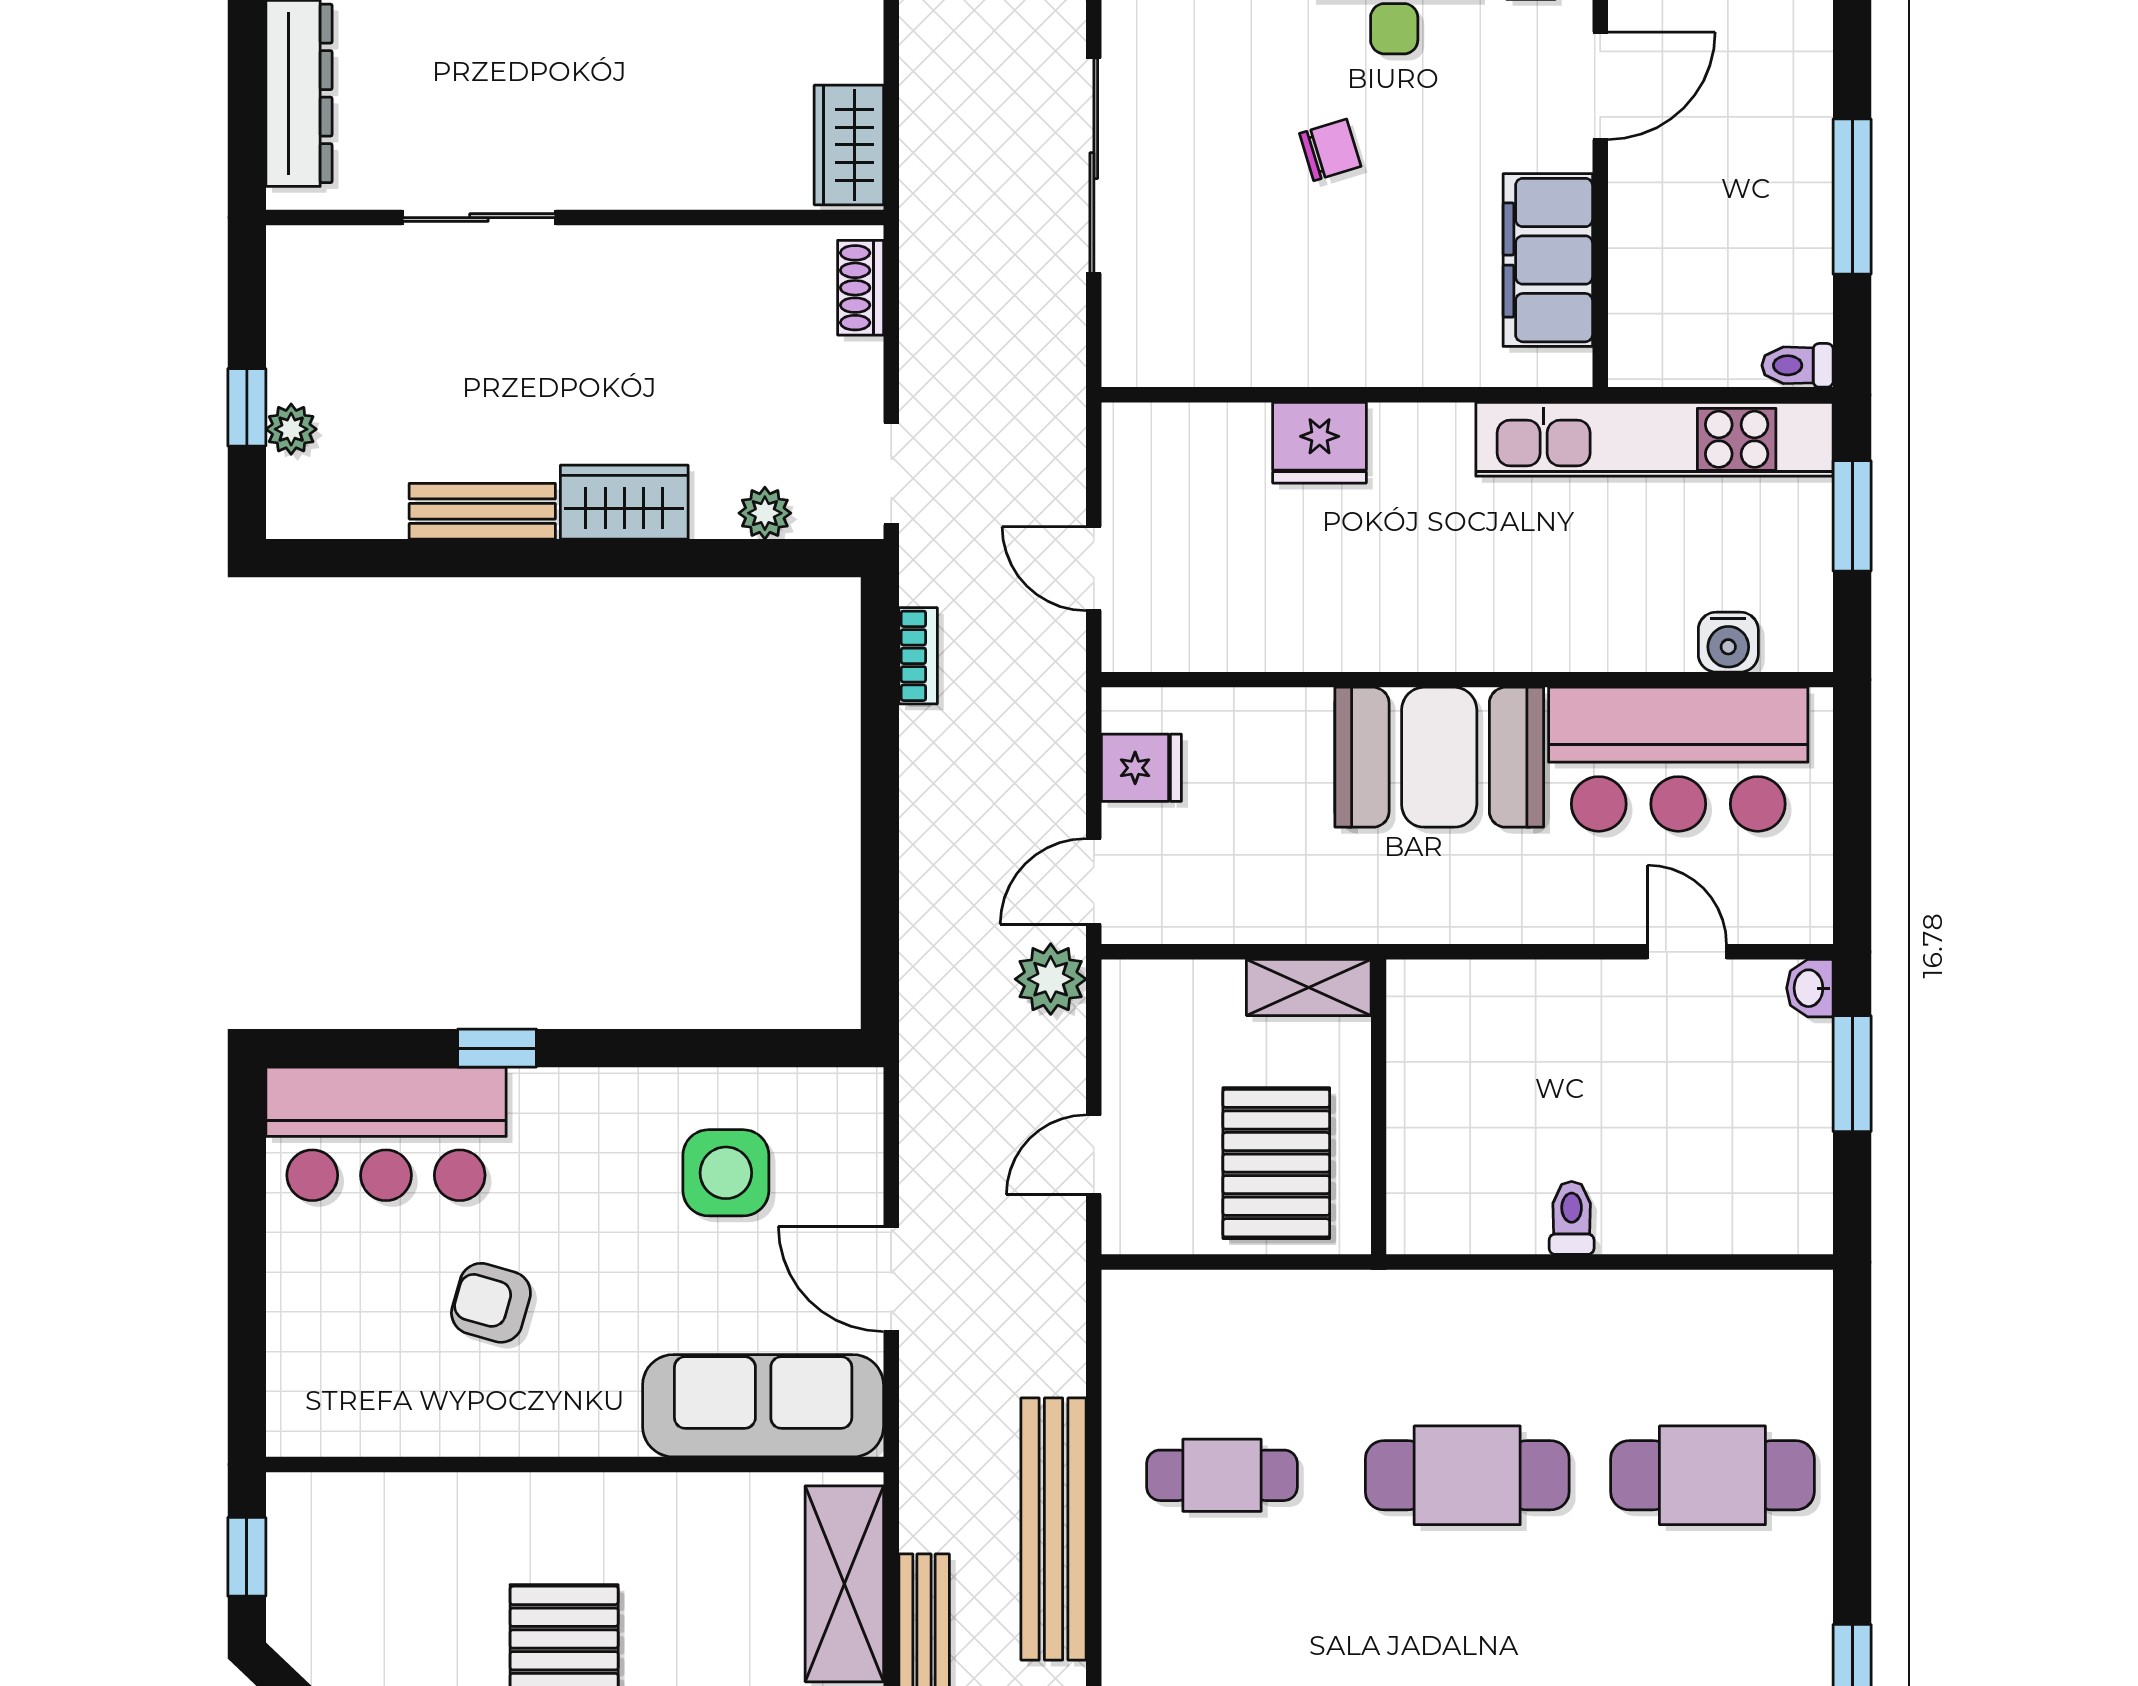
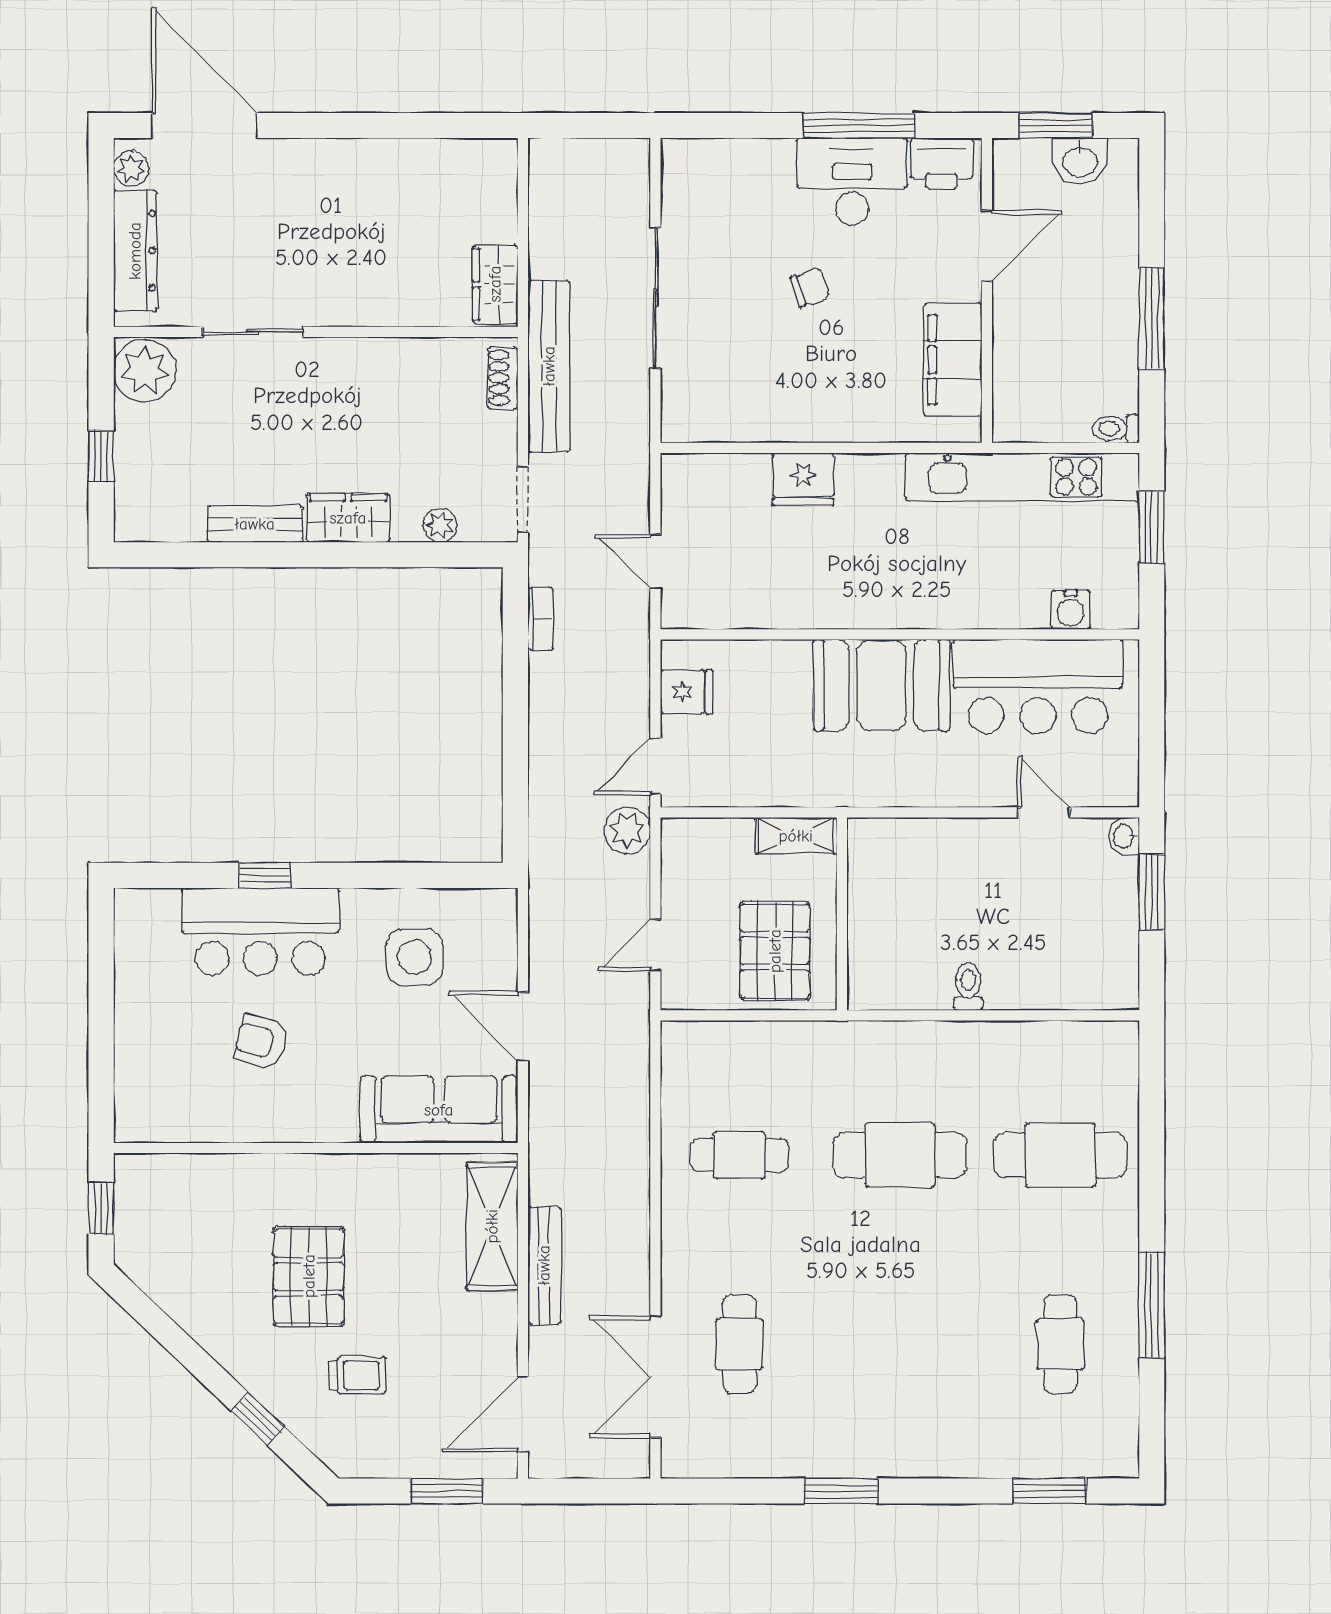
plant: (291, 429) -> (145, 371), moved, width x1.88, depth x1.88
bar counter: (386, 1134) -> (260, 932), moved
bench: (1054, 1529) -> (549, 366), moved

